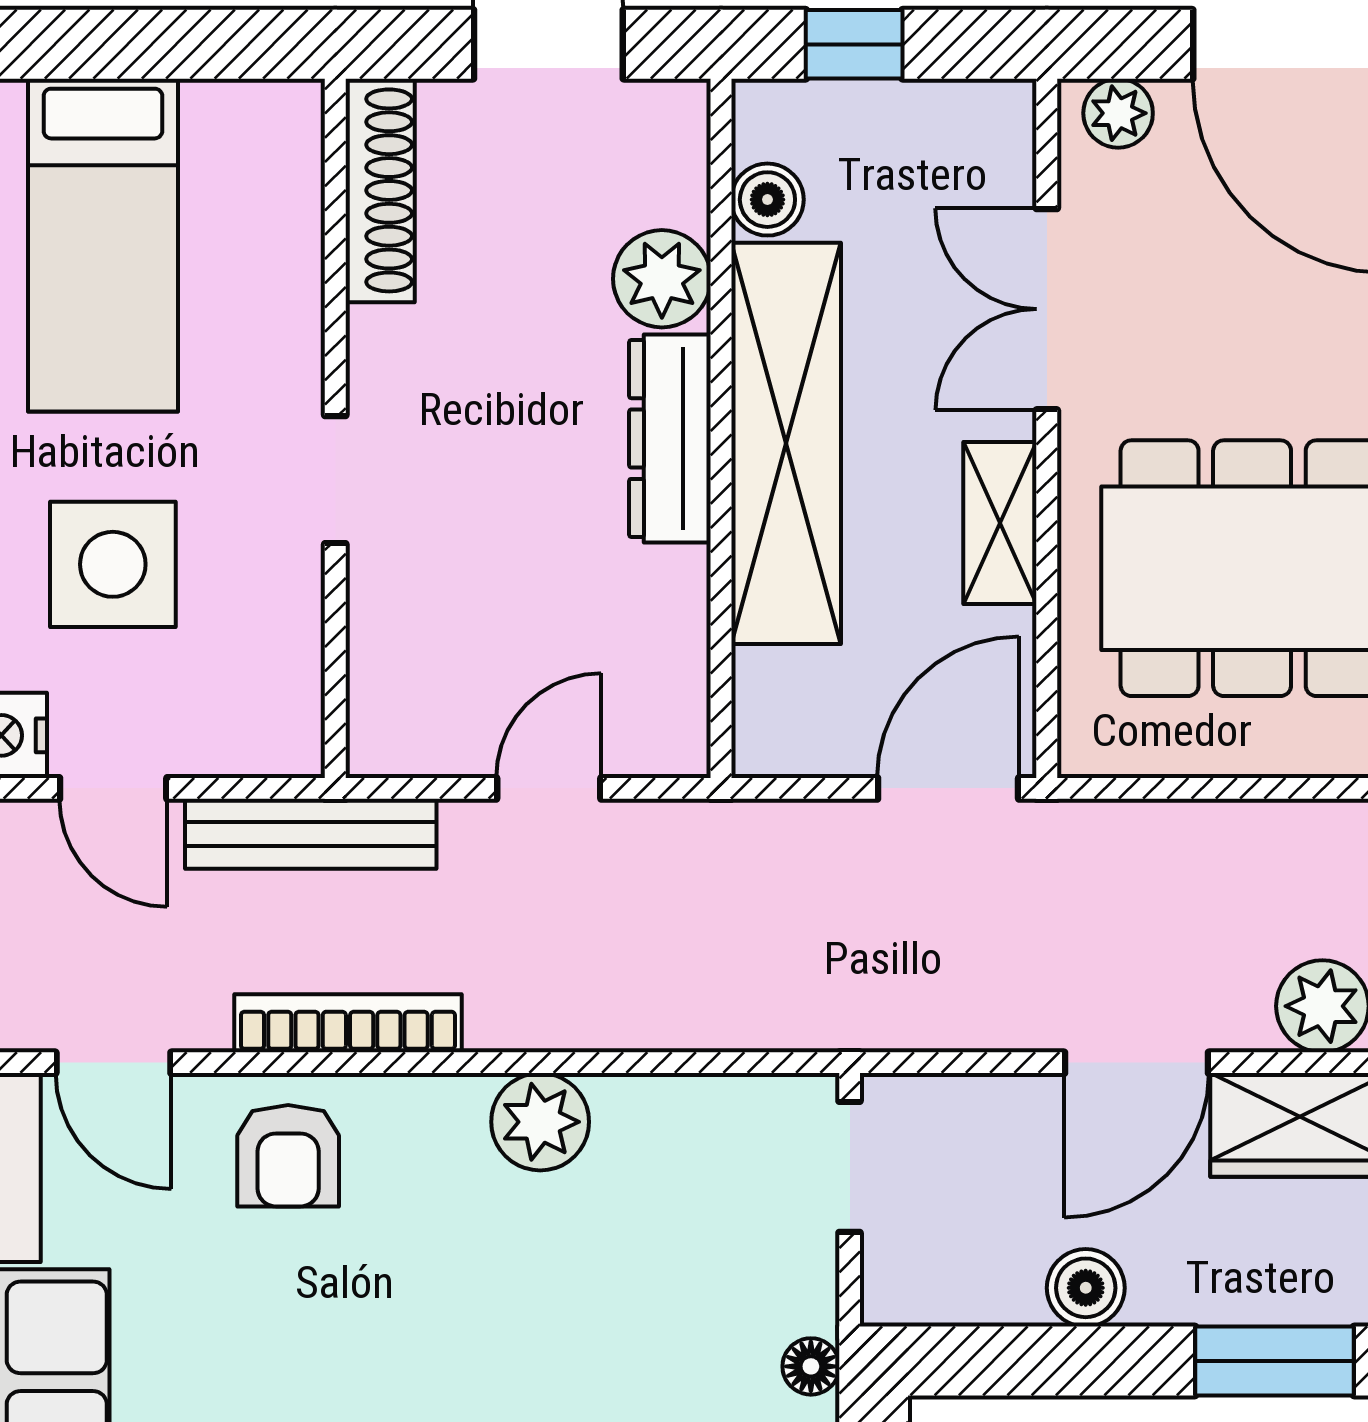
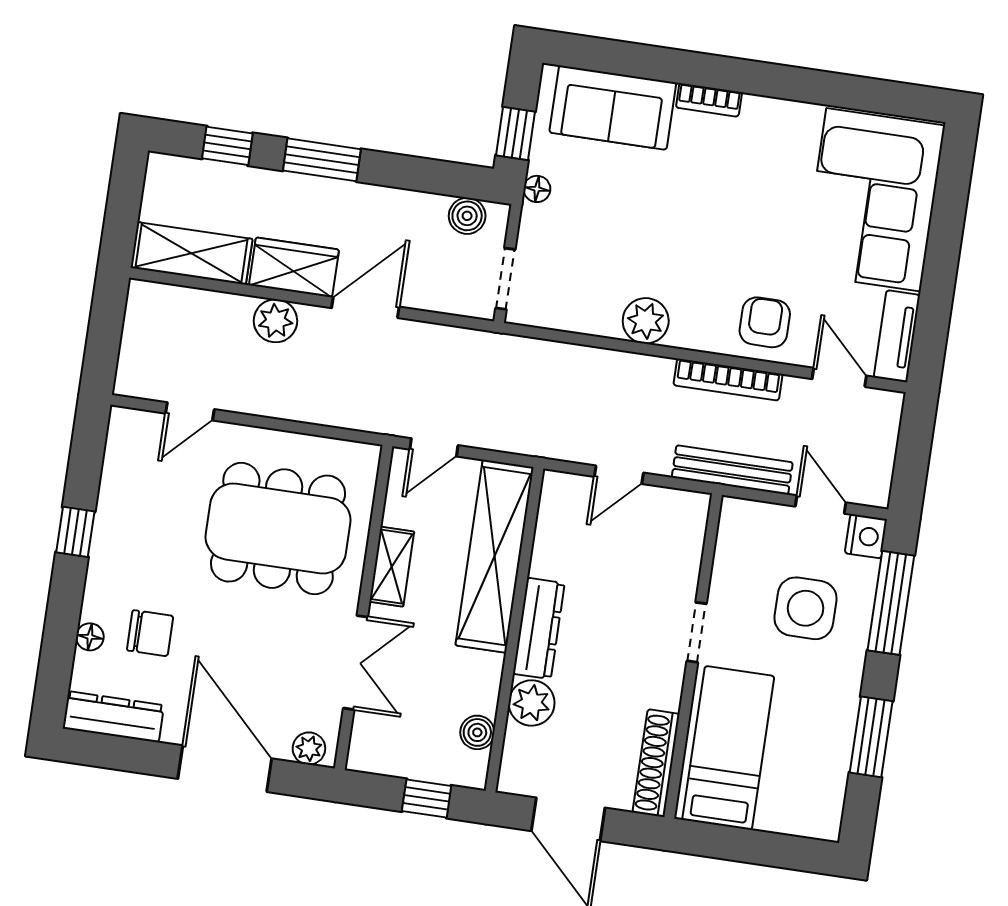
bed: (103, 245) -> (728, 748), moved
shelving: (786, 443) -> (495, 556), moved
door: (948, 788) -> (434, 447), width x0.73
boiler: (1086, 1288) -> (467, 216), moved

